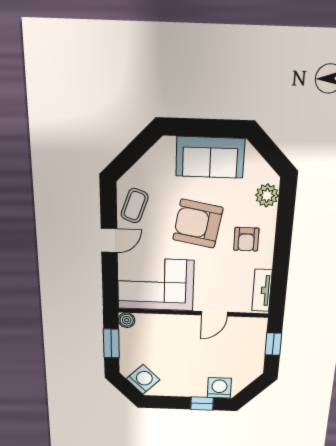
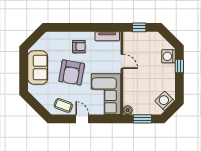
plant: (267, 195) -> (56, 38), removed

